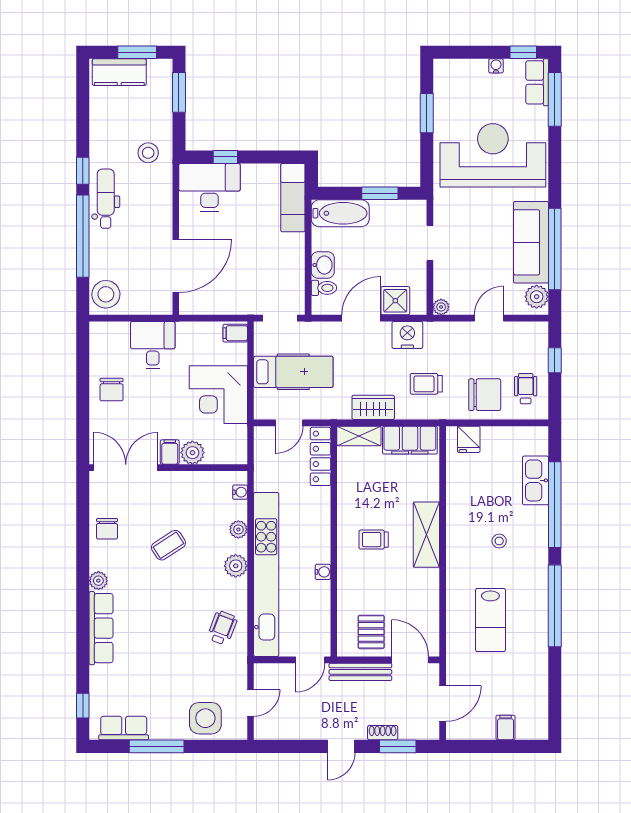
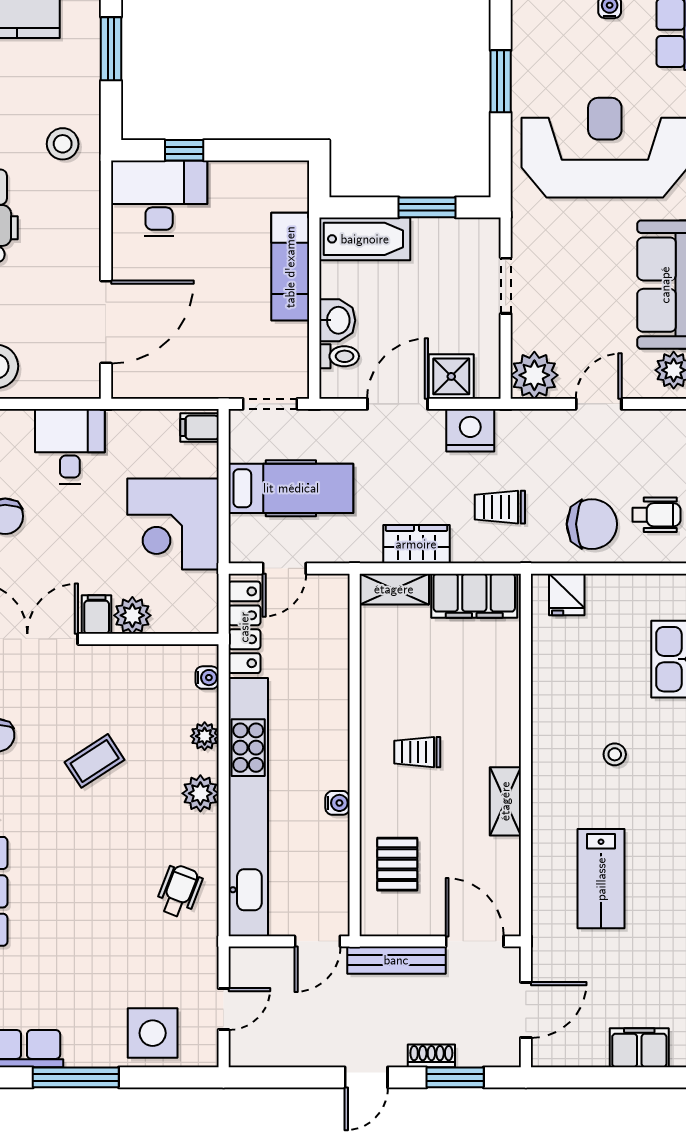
exam couch: (293, 198) -> (290, 267), moved
plant: (441, 307) -> (534, 375), width x1.87, depth x1.87
wheelchair: (526, 389) -> (656, 515), turned 90
locker: (321, 456) -> (244, 627), moved, turned 180
shelving: (426, 535) -> (505, 801), moved, width x0.67, depth x0.75
pallet: (371, 632) -> (397, 864), moved
filing cabinet: (506, 727) -> (639, 1048), width x2.00

